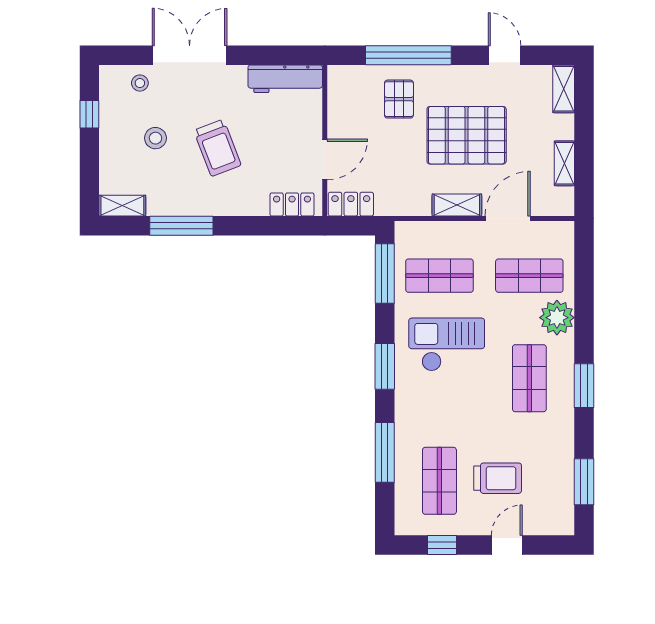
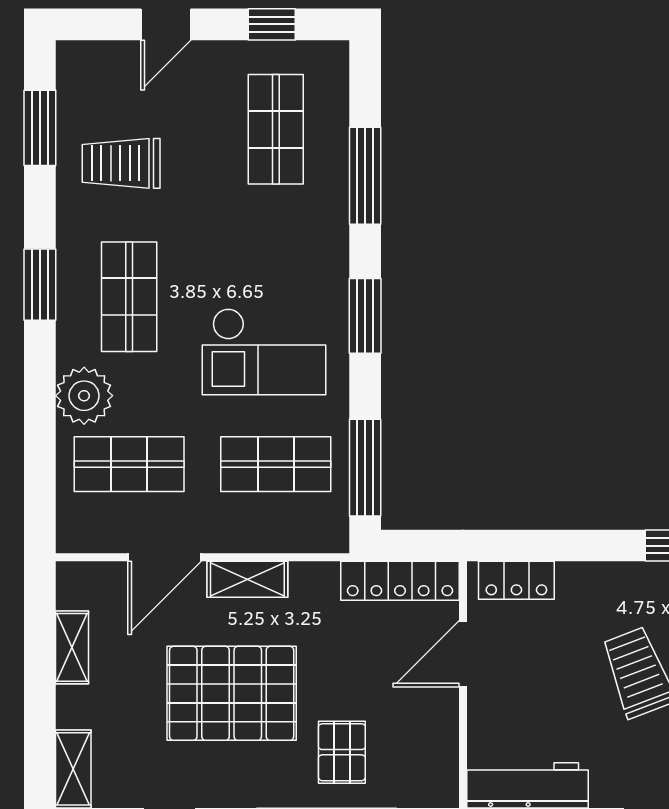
locker: (351, 204) -> (400, 581), width x1.53
trolley: (498, 478) -> (121, 163), moved

